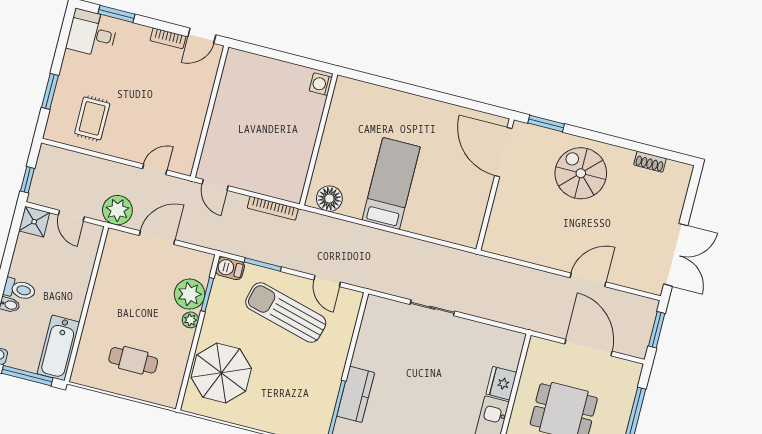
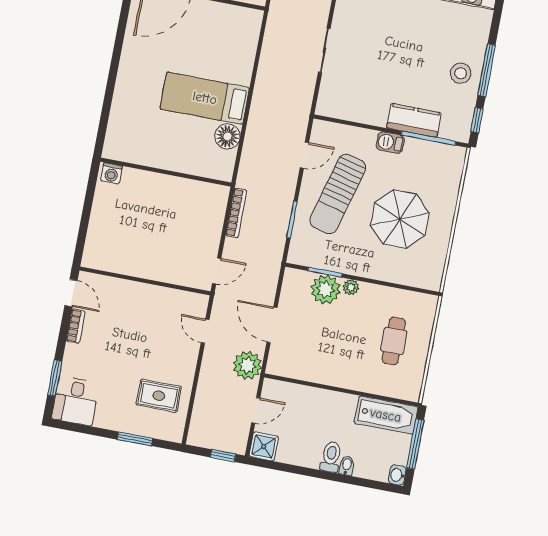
floor lamp: (329, 199) -> (227, 136), moved
barbecue: (230, 268) -> (390, 143), moved, turned 90
parasol: (221, 373) -> (400, 219), moved

